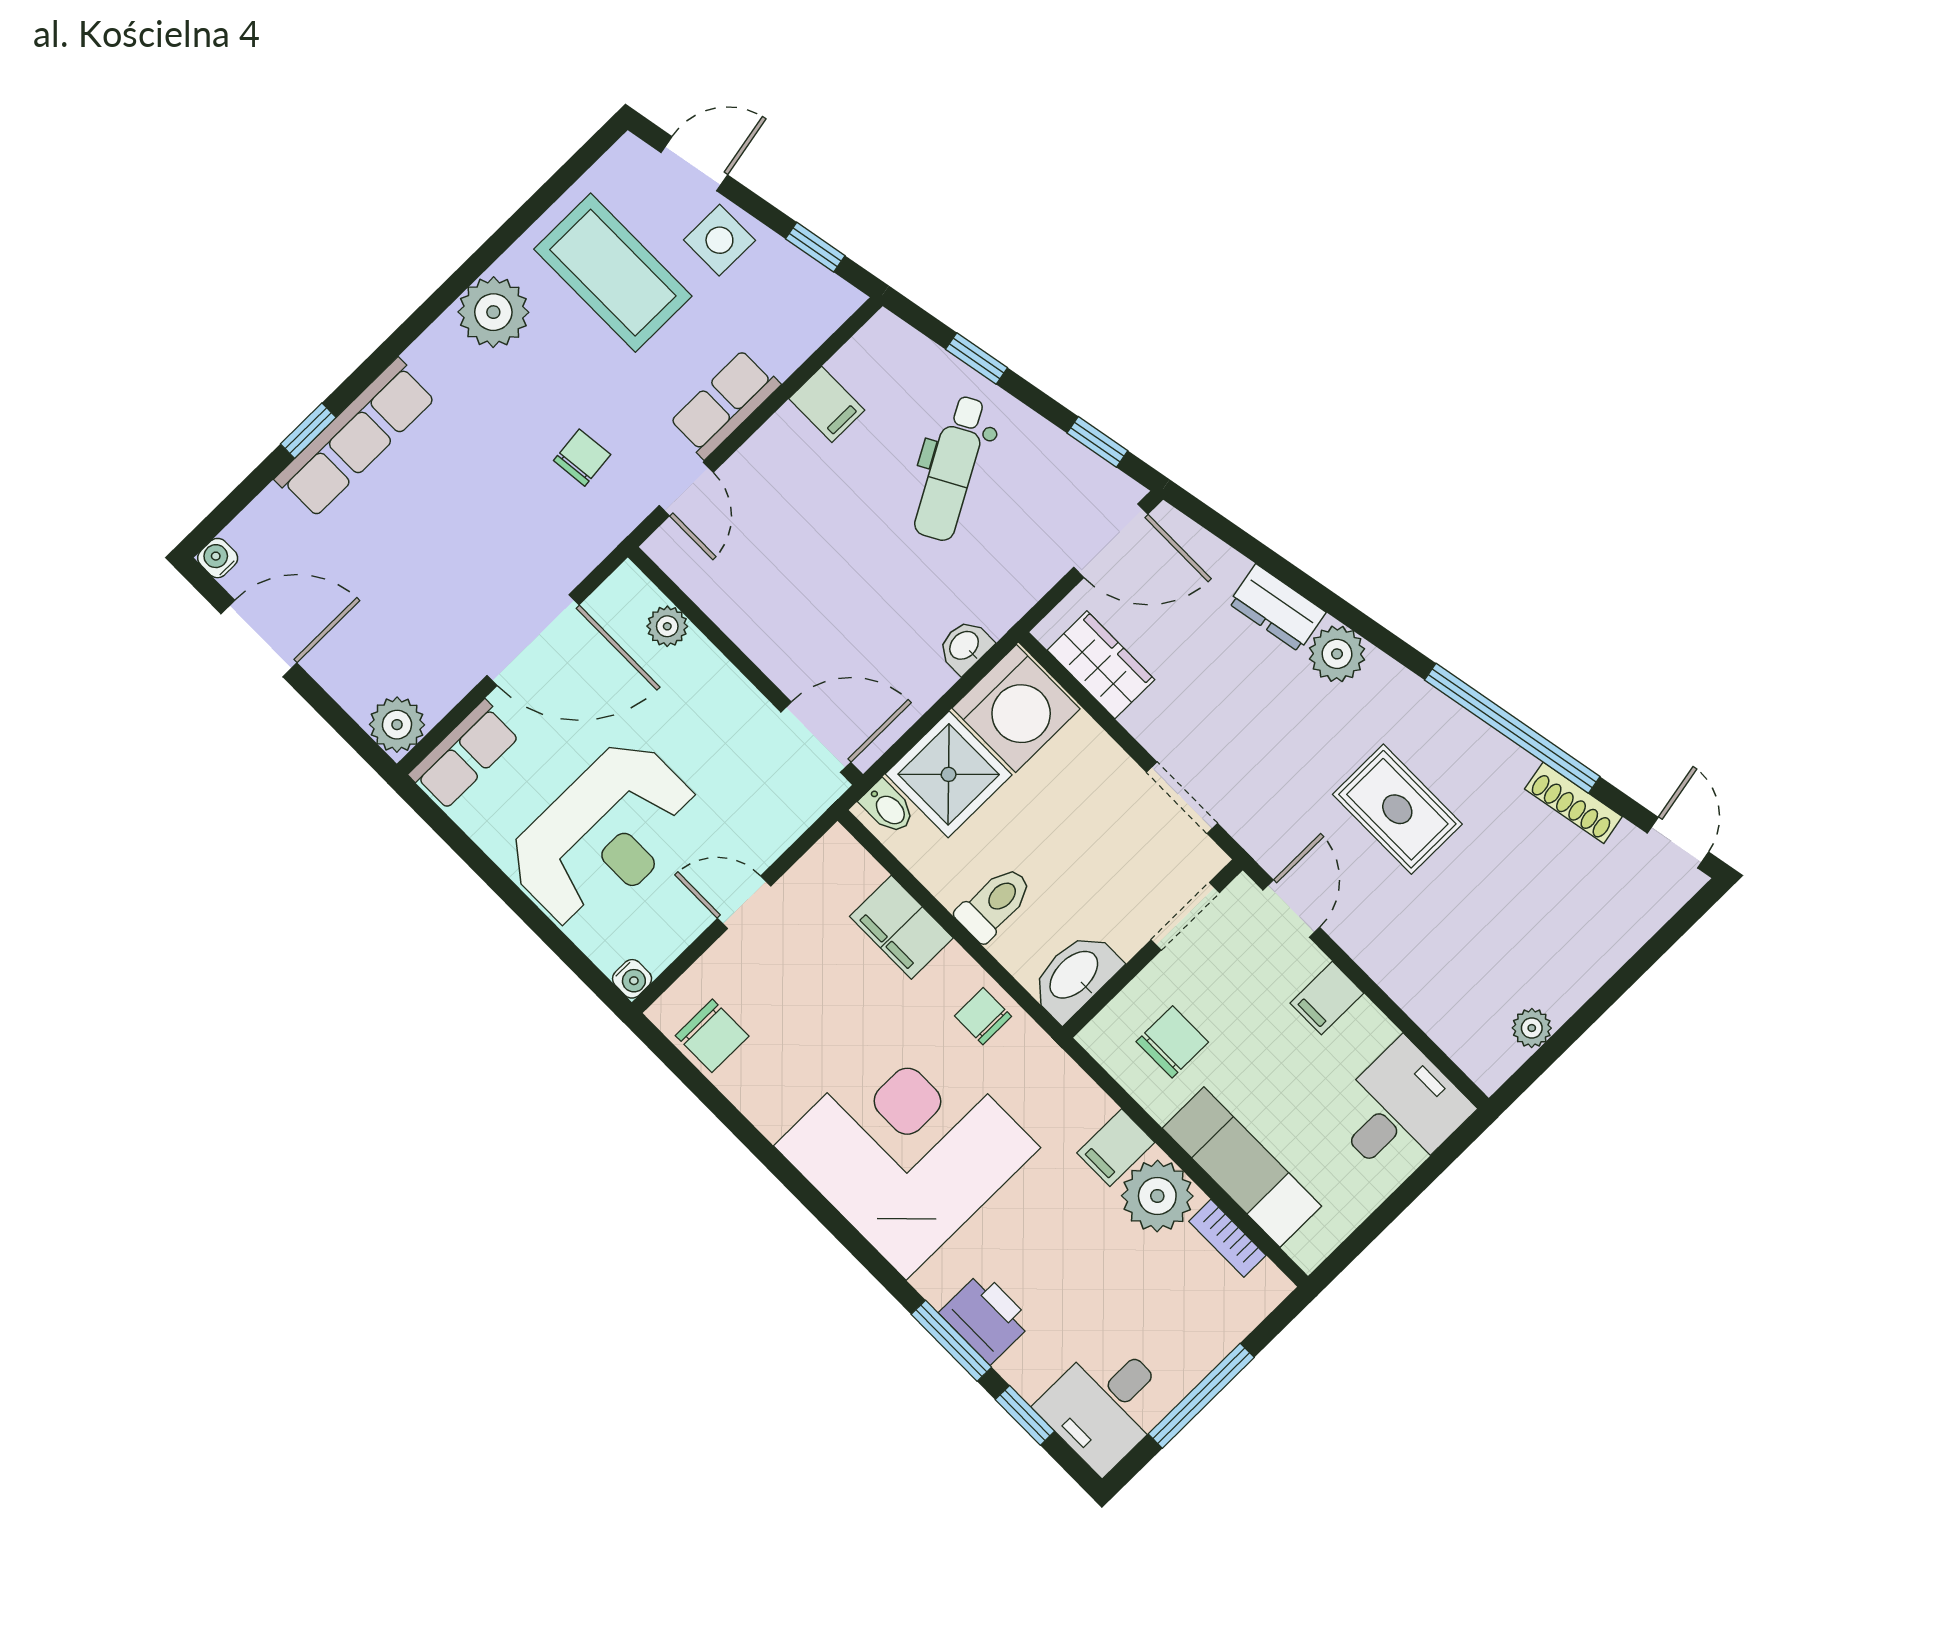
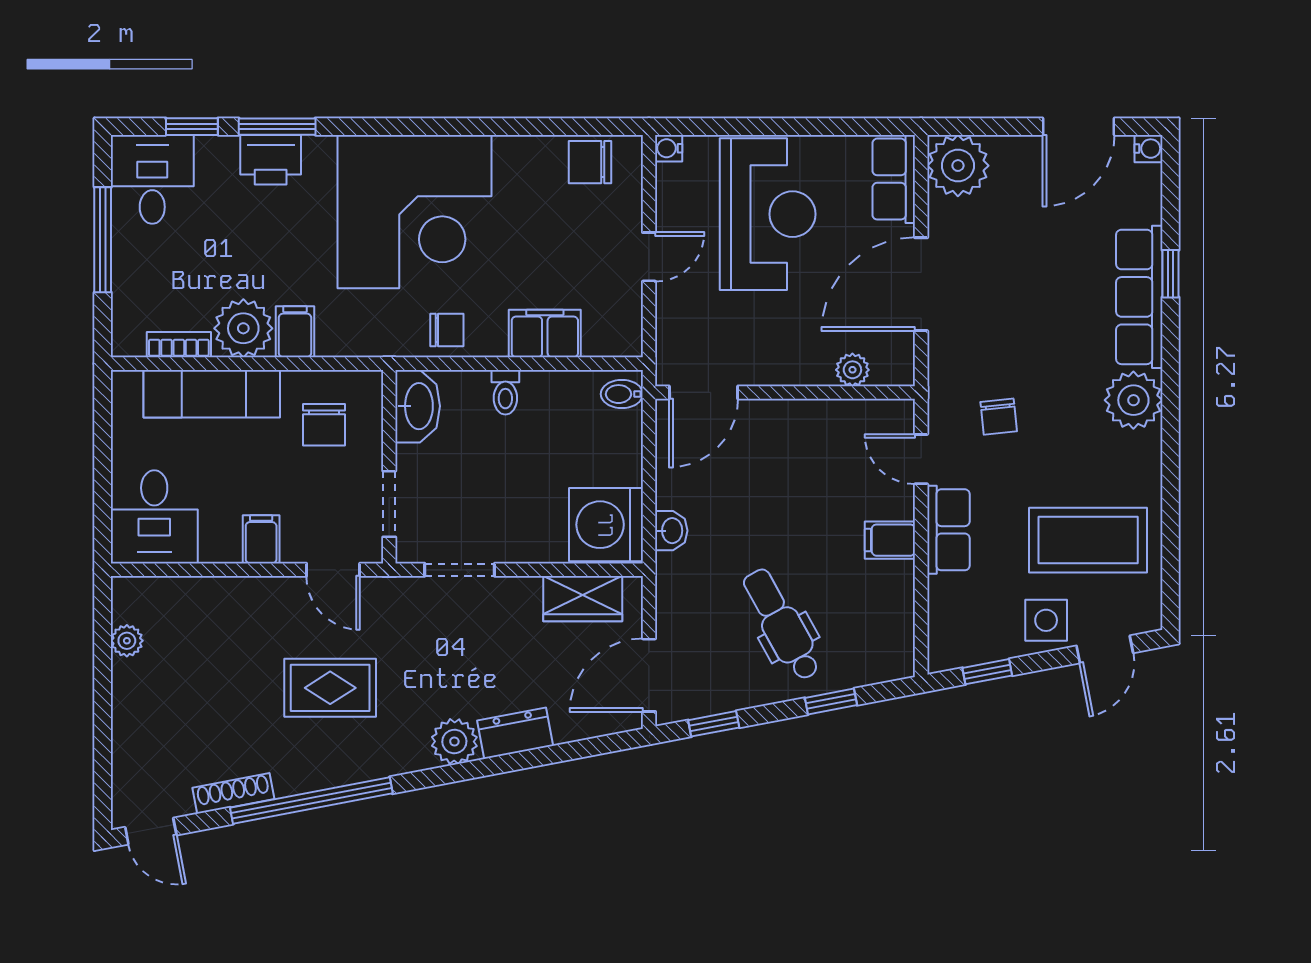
plant: (493, 312) -> (1133, 400), moved
filing cabinet: (827, 404) -> (890, 540), moved
plant: (397, 725) -> (958, 166), width x1.36, depth x1.36
shower: (949, 774) -> (606, 448), removed
reception desk: (604, 835) -> (768, 214), turned 180
toilet: (994, 904) -> (505, 392), width x0.73, depth x0.72

